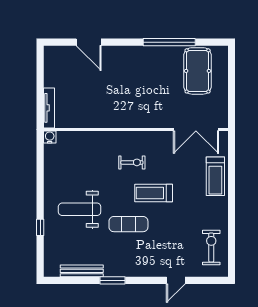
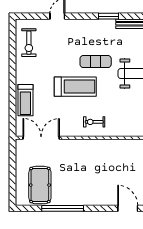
exercise bike: (132, 162) -> (94, 122), moved
treadmill: (215, 176) -> (25, 100), turned 180
treadmill: (154, 193) -> (75, 87), width x1.37, depth x1.38

